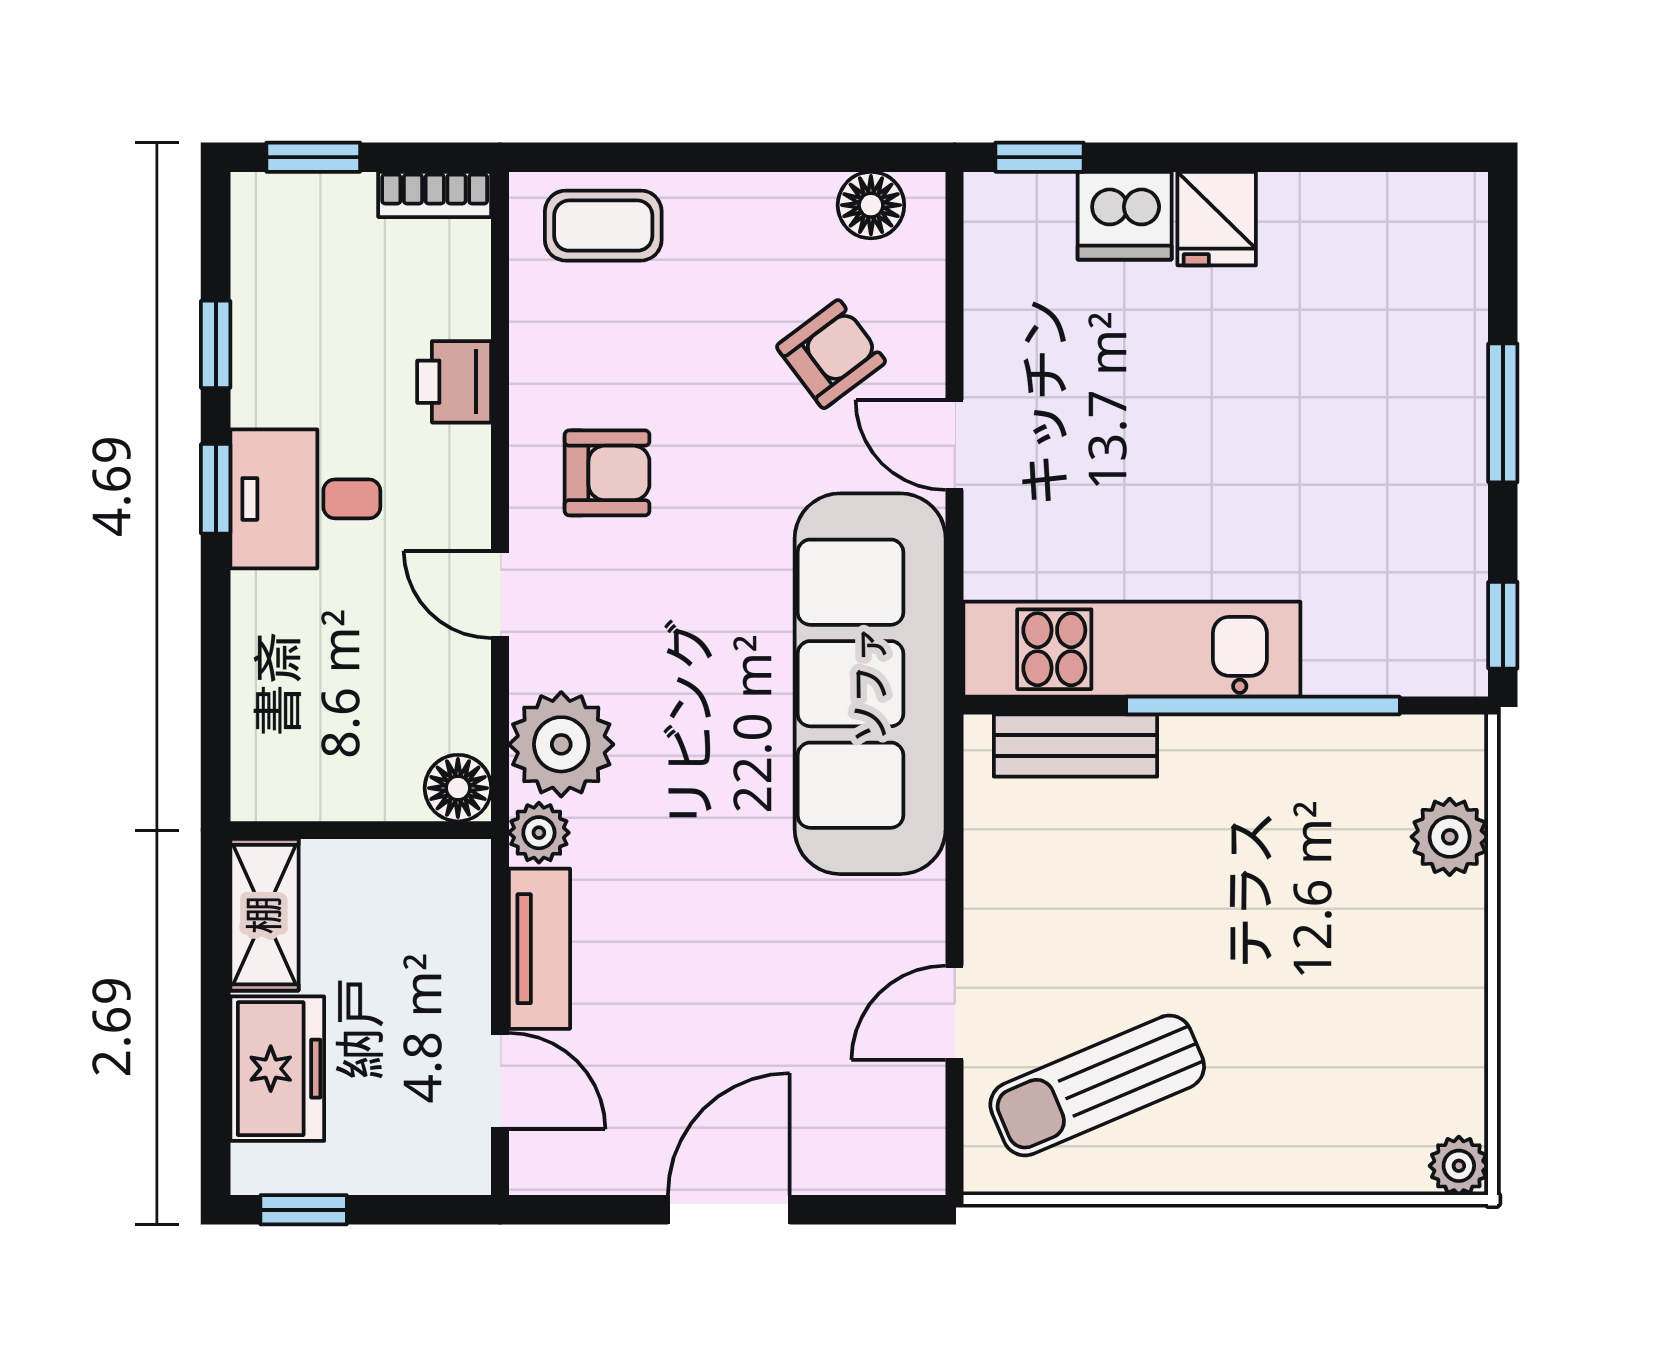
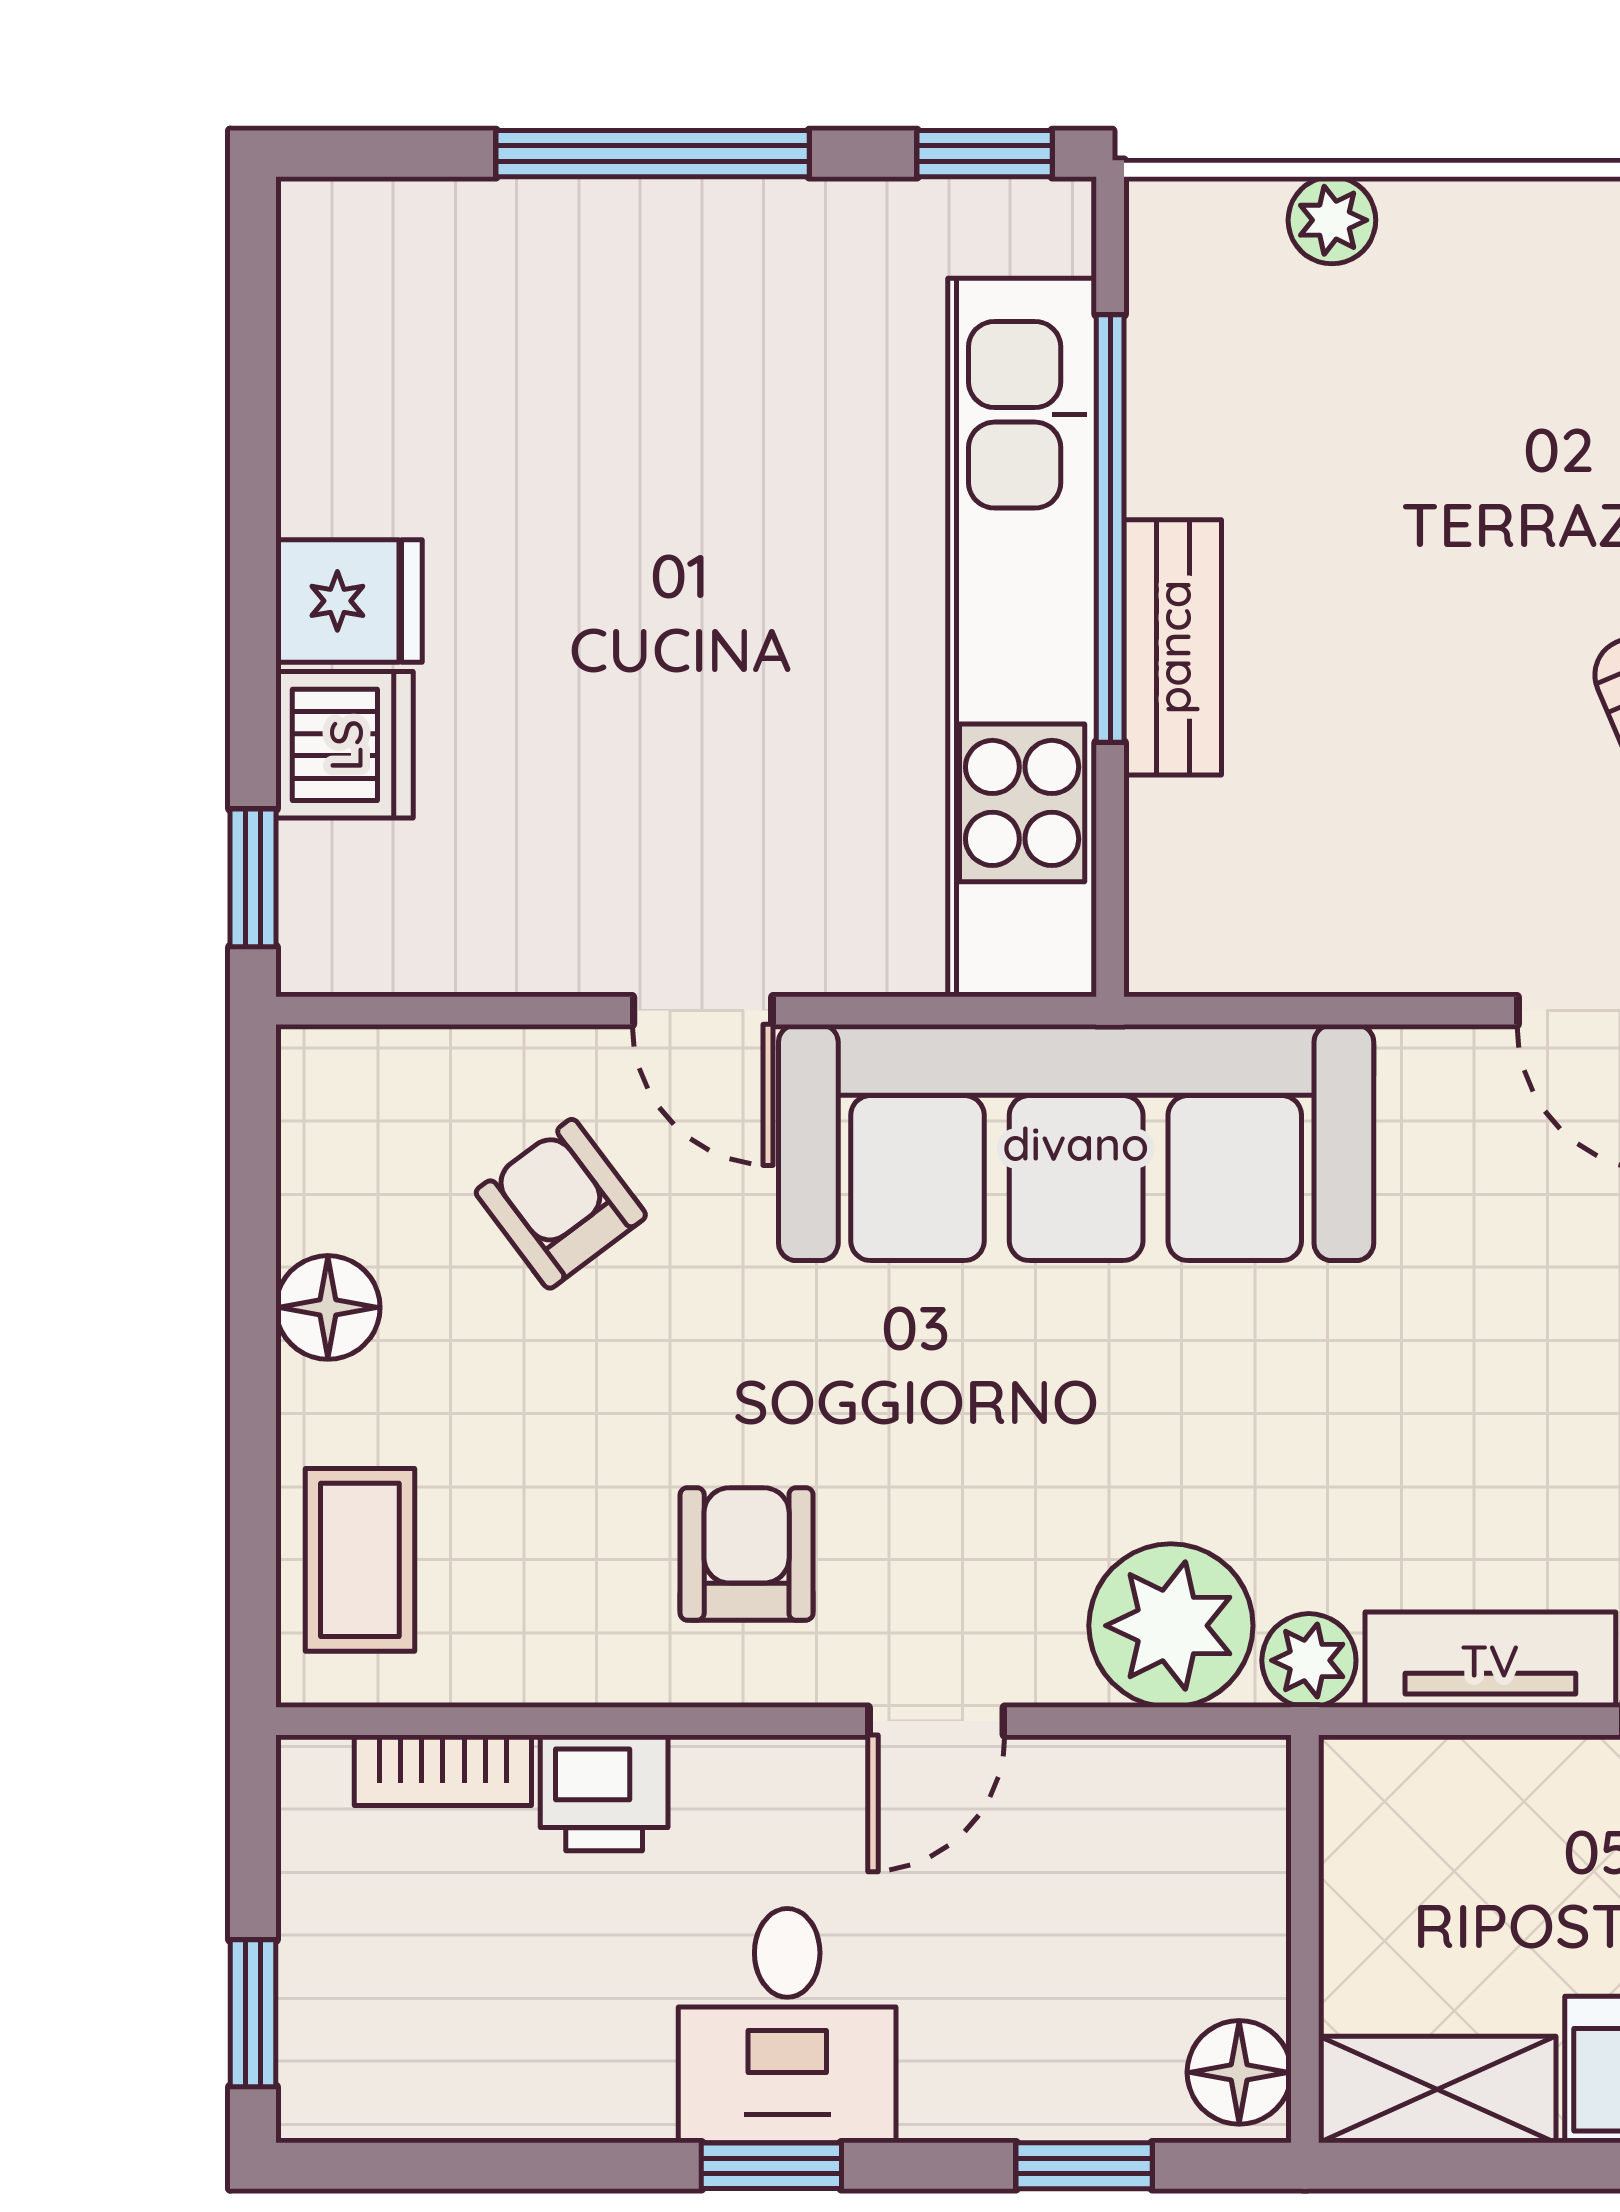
bookcase: (435, 194) -> (443, 1770), moved, turned 90
floor lamp: (871, 205) -> (328, 1307), moved
window: (216, 344) -> (1084, 2166), moved
window: (1503, 413) -> (653, 154), width x1.44
door: (955, 445) -> (703, 1011), hinge flipped
kitchen unit: (1132, 649) -> (1022, 638), width x1.36
bench: (1075, 745) -> (1173, 647), moved
floor lamp: (458, 788) -> (1239, 2072), moved
plant: (1450, 837) -> (1332, 220), width x0.73, depth x0.73

